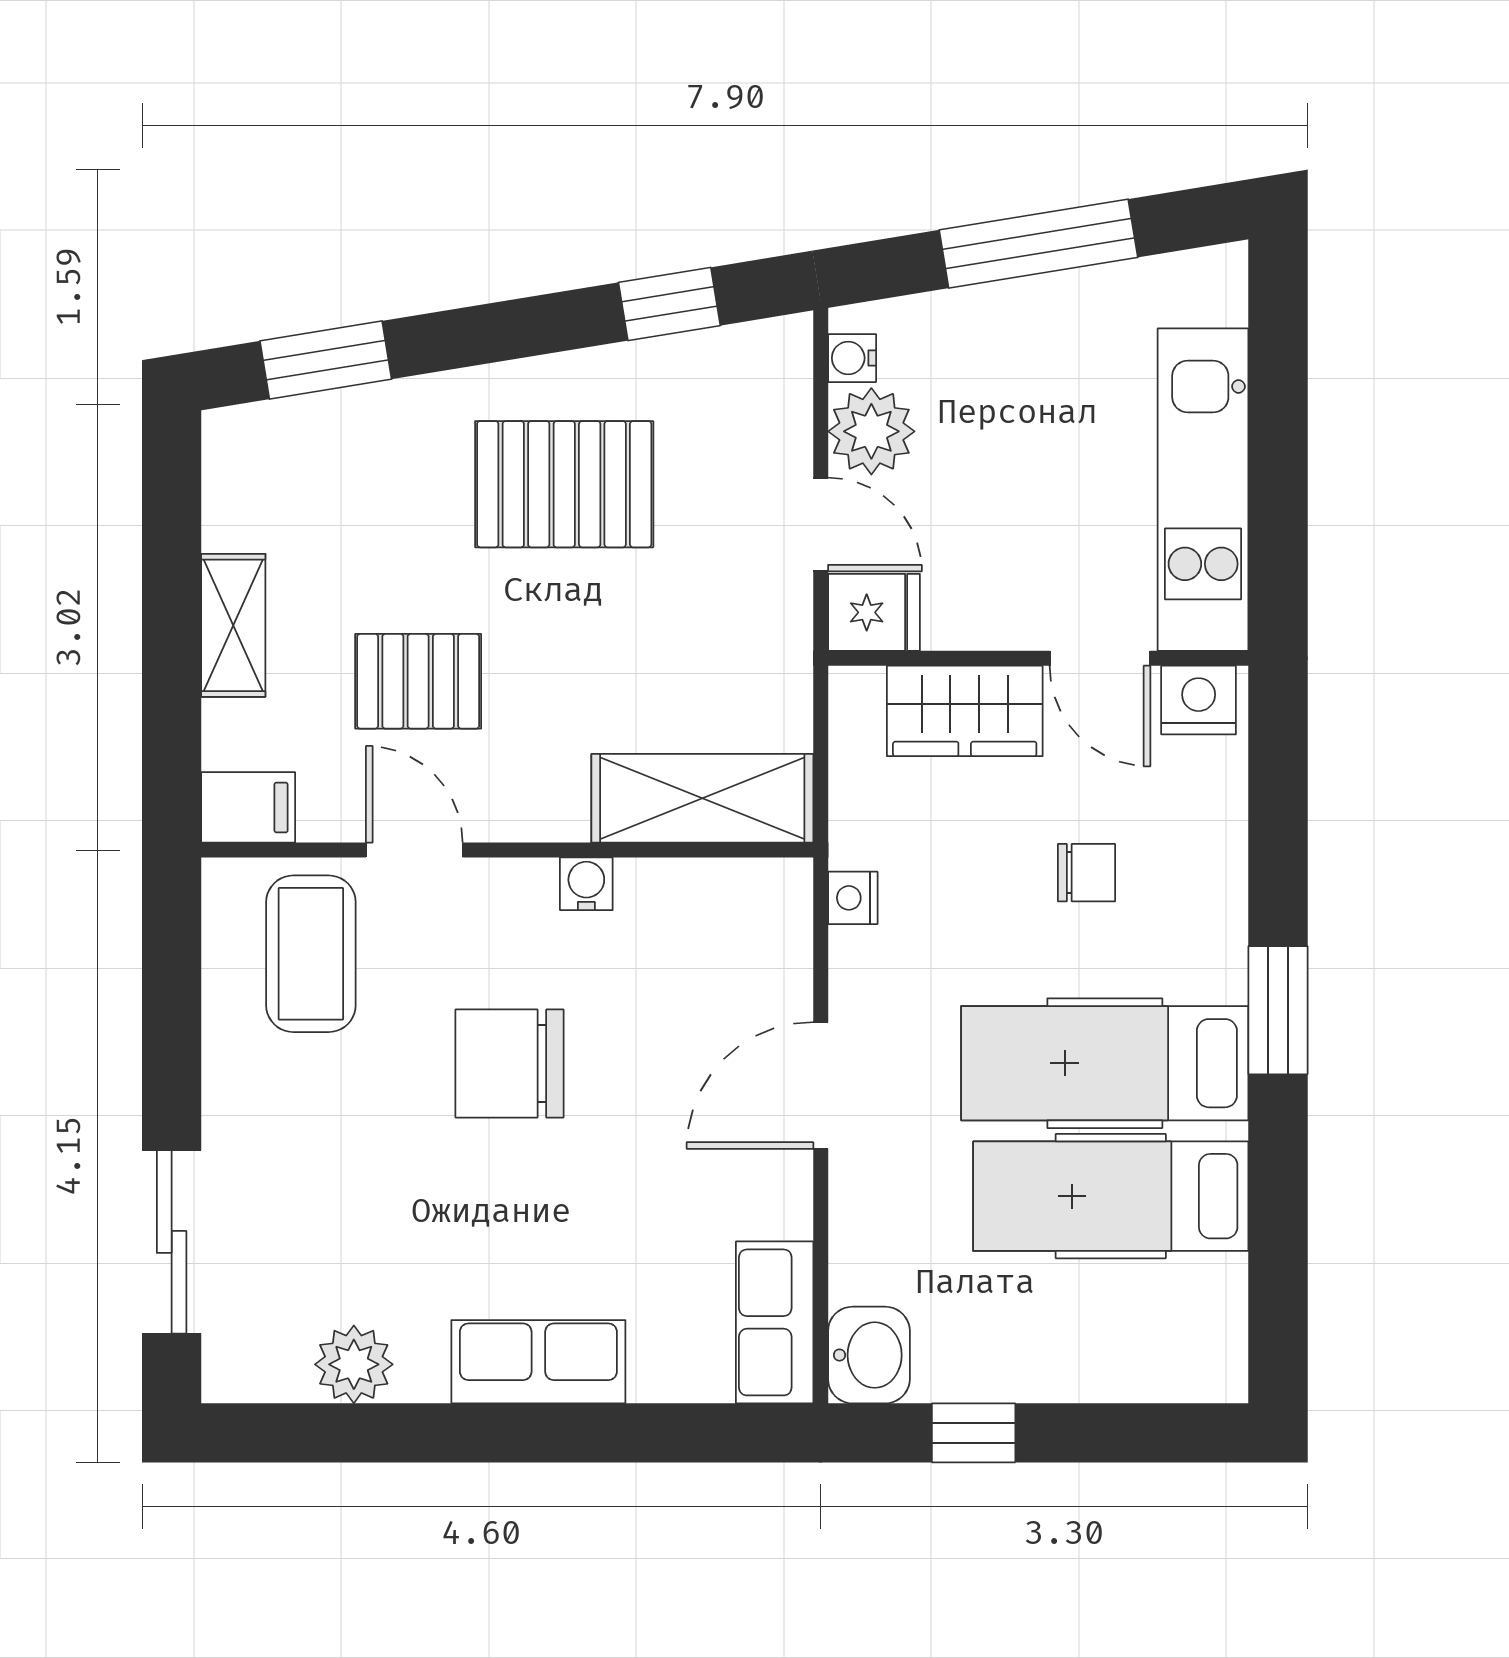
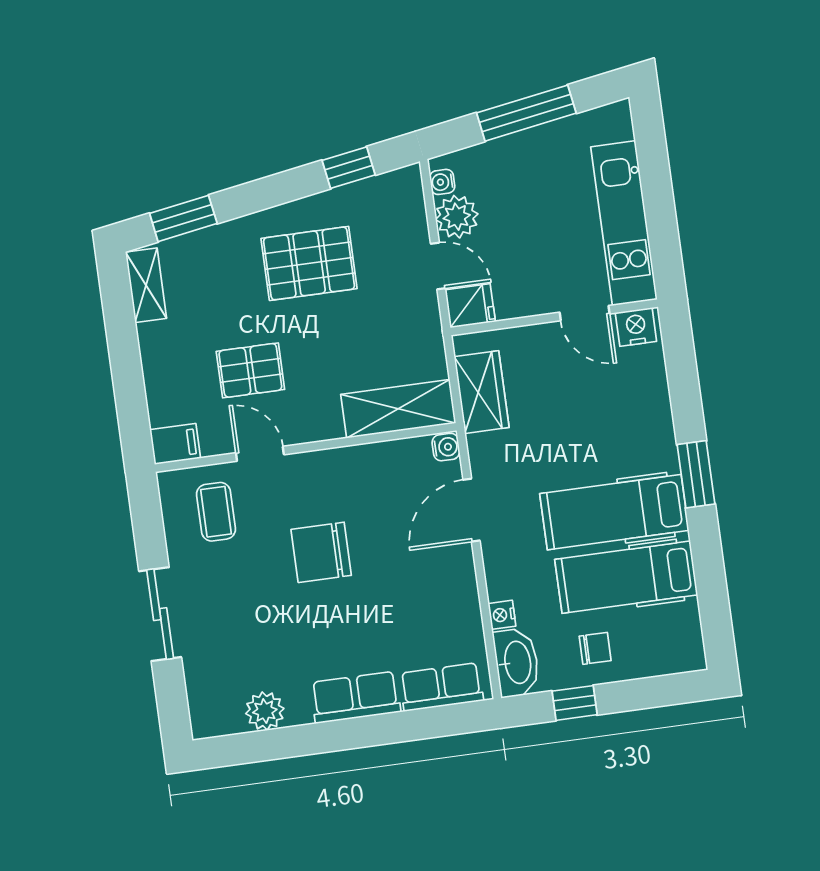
shelving: (233, 625) -> (146, 285), moved
wardrobe: (965, 711) -> (482, 392), moved, turned -90
chair: (1087, 873) -> (595, 648), moved
water cooler: (586, 884) -> (446, 447), moved, turned 90
nightstand: (853, 898) -> (502, 615), moved
coffee table: (311, 954) -> (216, 512), width x0.73, depth x0.77
door: (821, 1085) -> (471, 510), moved
sliding door: (172, 1242) -> (160, 614), moved
row of seats: (775, 1322) -> (441, 687), moved, turned 90
washbasin: (869, 1355) -> (517, 663), width x1.38

